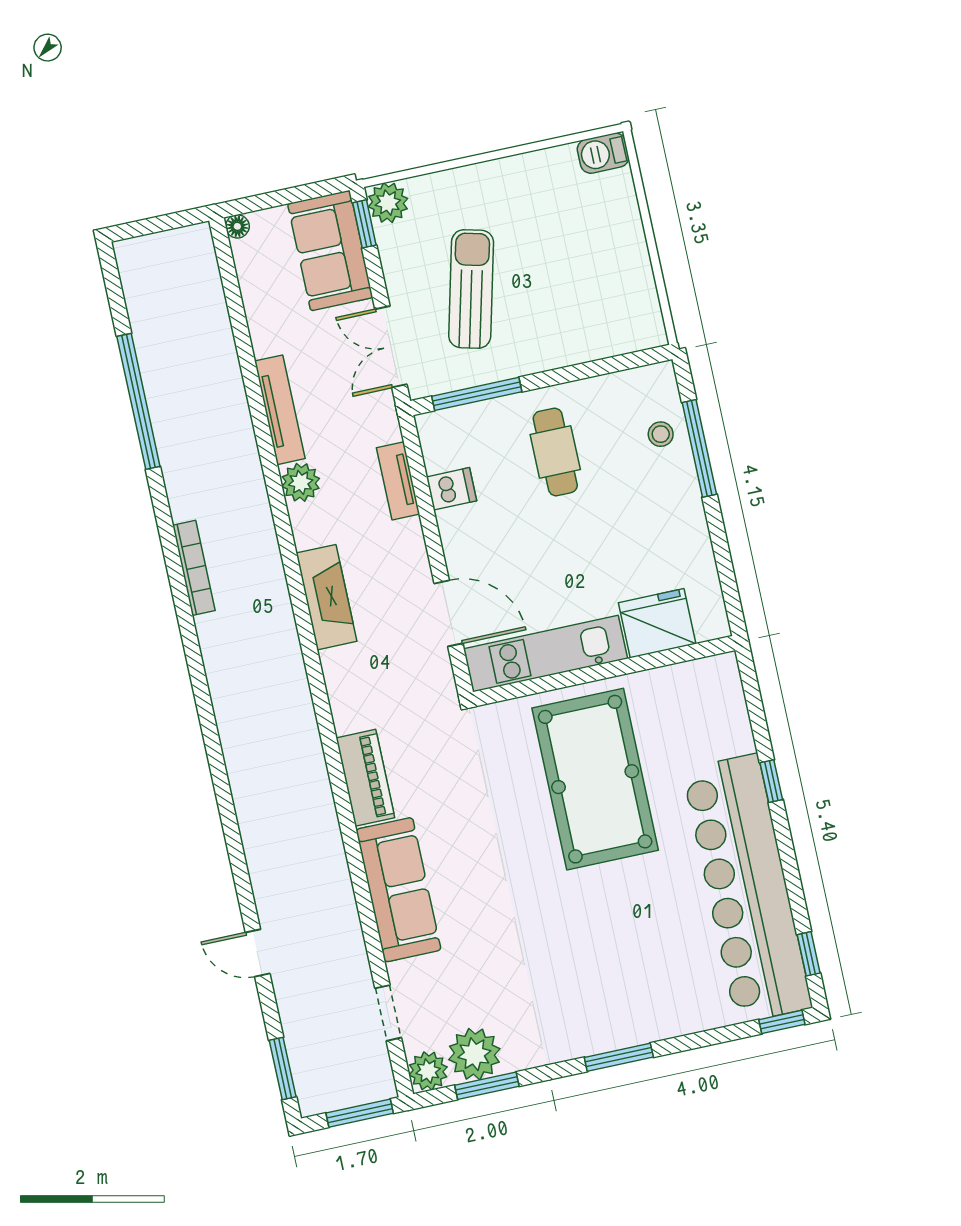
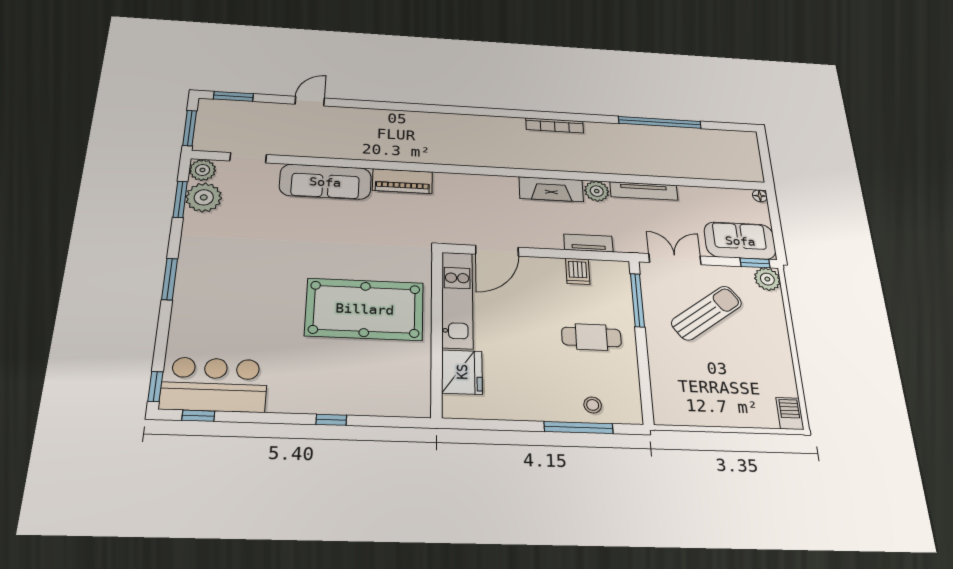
sun lounger: (471, 289) -> (707, 313), turned -50
fireplace: (326, 597) -> (551, 189), moved
bar counter: (747, 888) -> (214, 385), width x0.54

